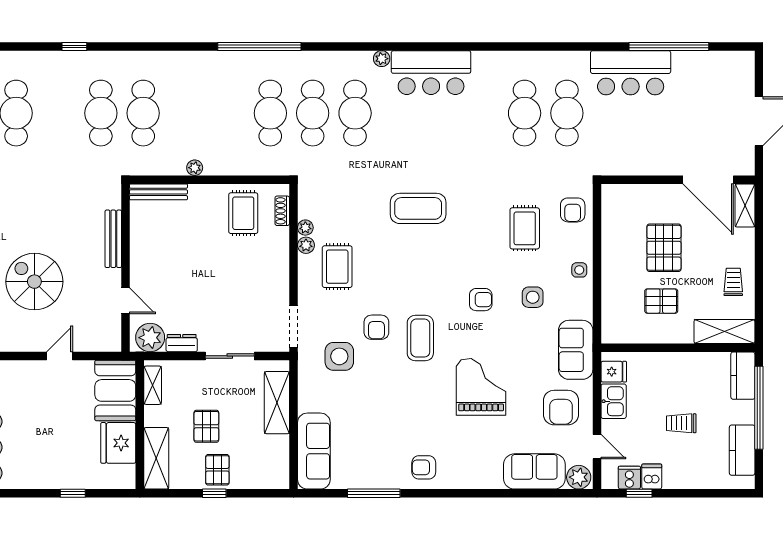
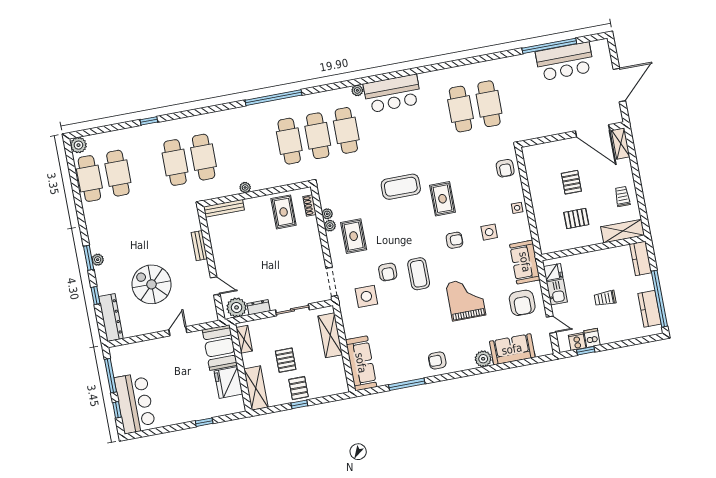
bar counter: (631, 73) -> (565, 61), moved
rug: (525, 228) -> (443, 199), moved
bench: (113, 239) -> (199, 246), width x0.73
pallet: (664, 248) -> (571, 182), width x0.67, depth x0.71
window: (759, 408) -> (659, 299), moved
plant: (579, 477) -> (483, 359), moved

